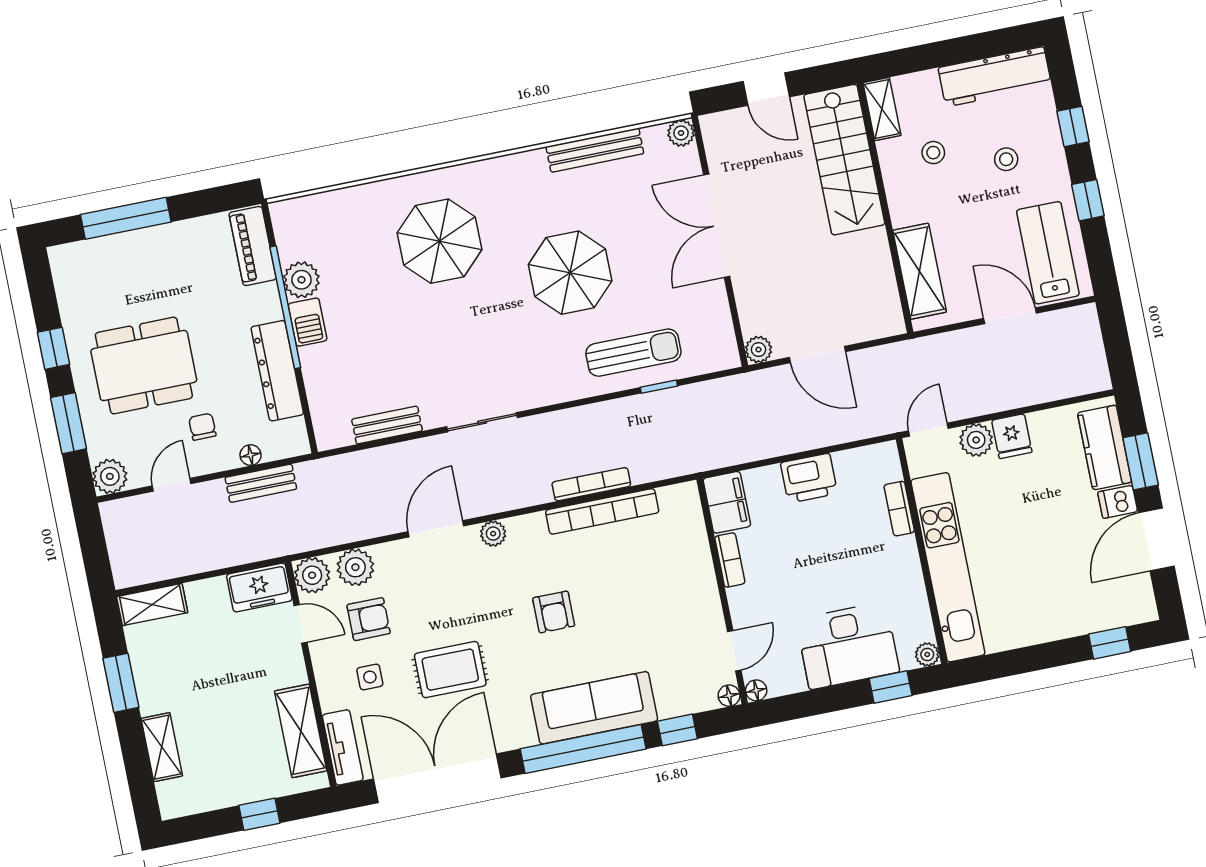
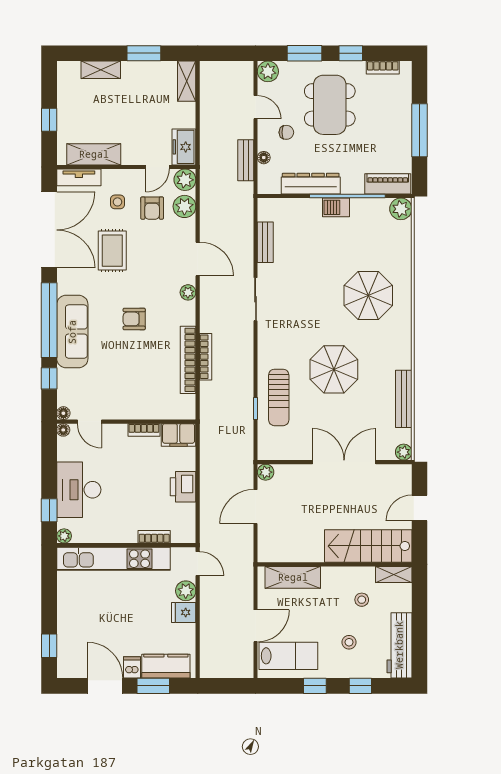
window: (126, 218) -> (419, 130), moved
plant: (301, 280) -> (401, 209), moved
bookcase: (66, 292) -> (383, 67), added

